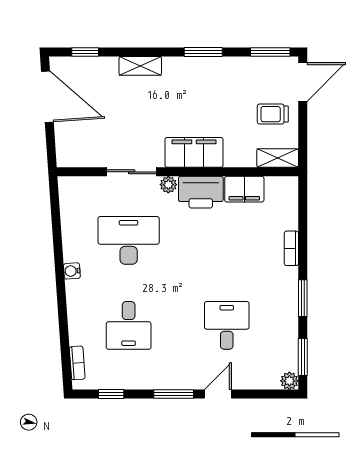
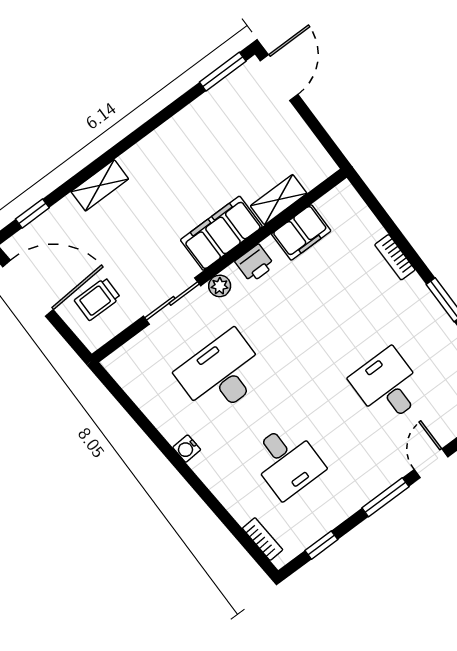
window: (203, 52) -> (154, 123), removed
trolley: (273, 114) -> (97, 299), moved
shelving: (278, 158) -> (279, 200), moved
printer: (201, 192) -> (255, 264), width x0.53, depth x0.68

